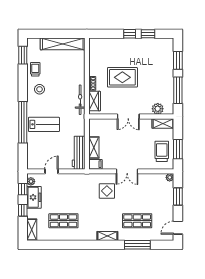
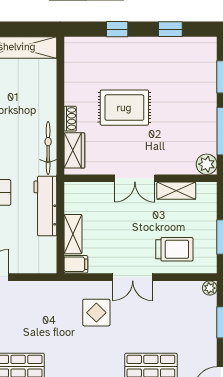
window: (130, 34) -> (117, 29), moved
plant: (158, 109) -> (207, 164), moved
shelving: (163, 123) -> (176, 191), moved
trolley: (162, 151) -> (174, 249), moved, turned 90
workbench: (79, 153) -> (45, 206), moved

